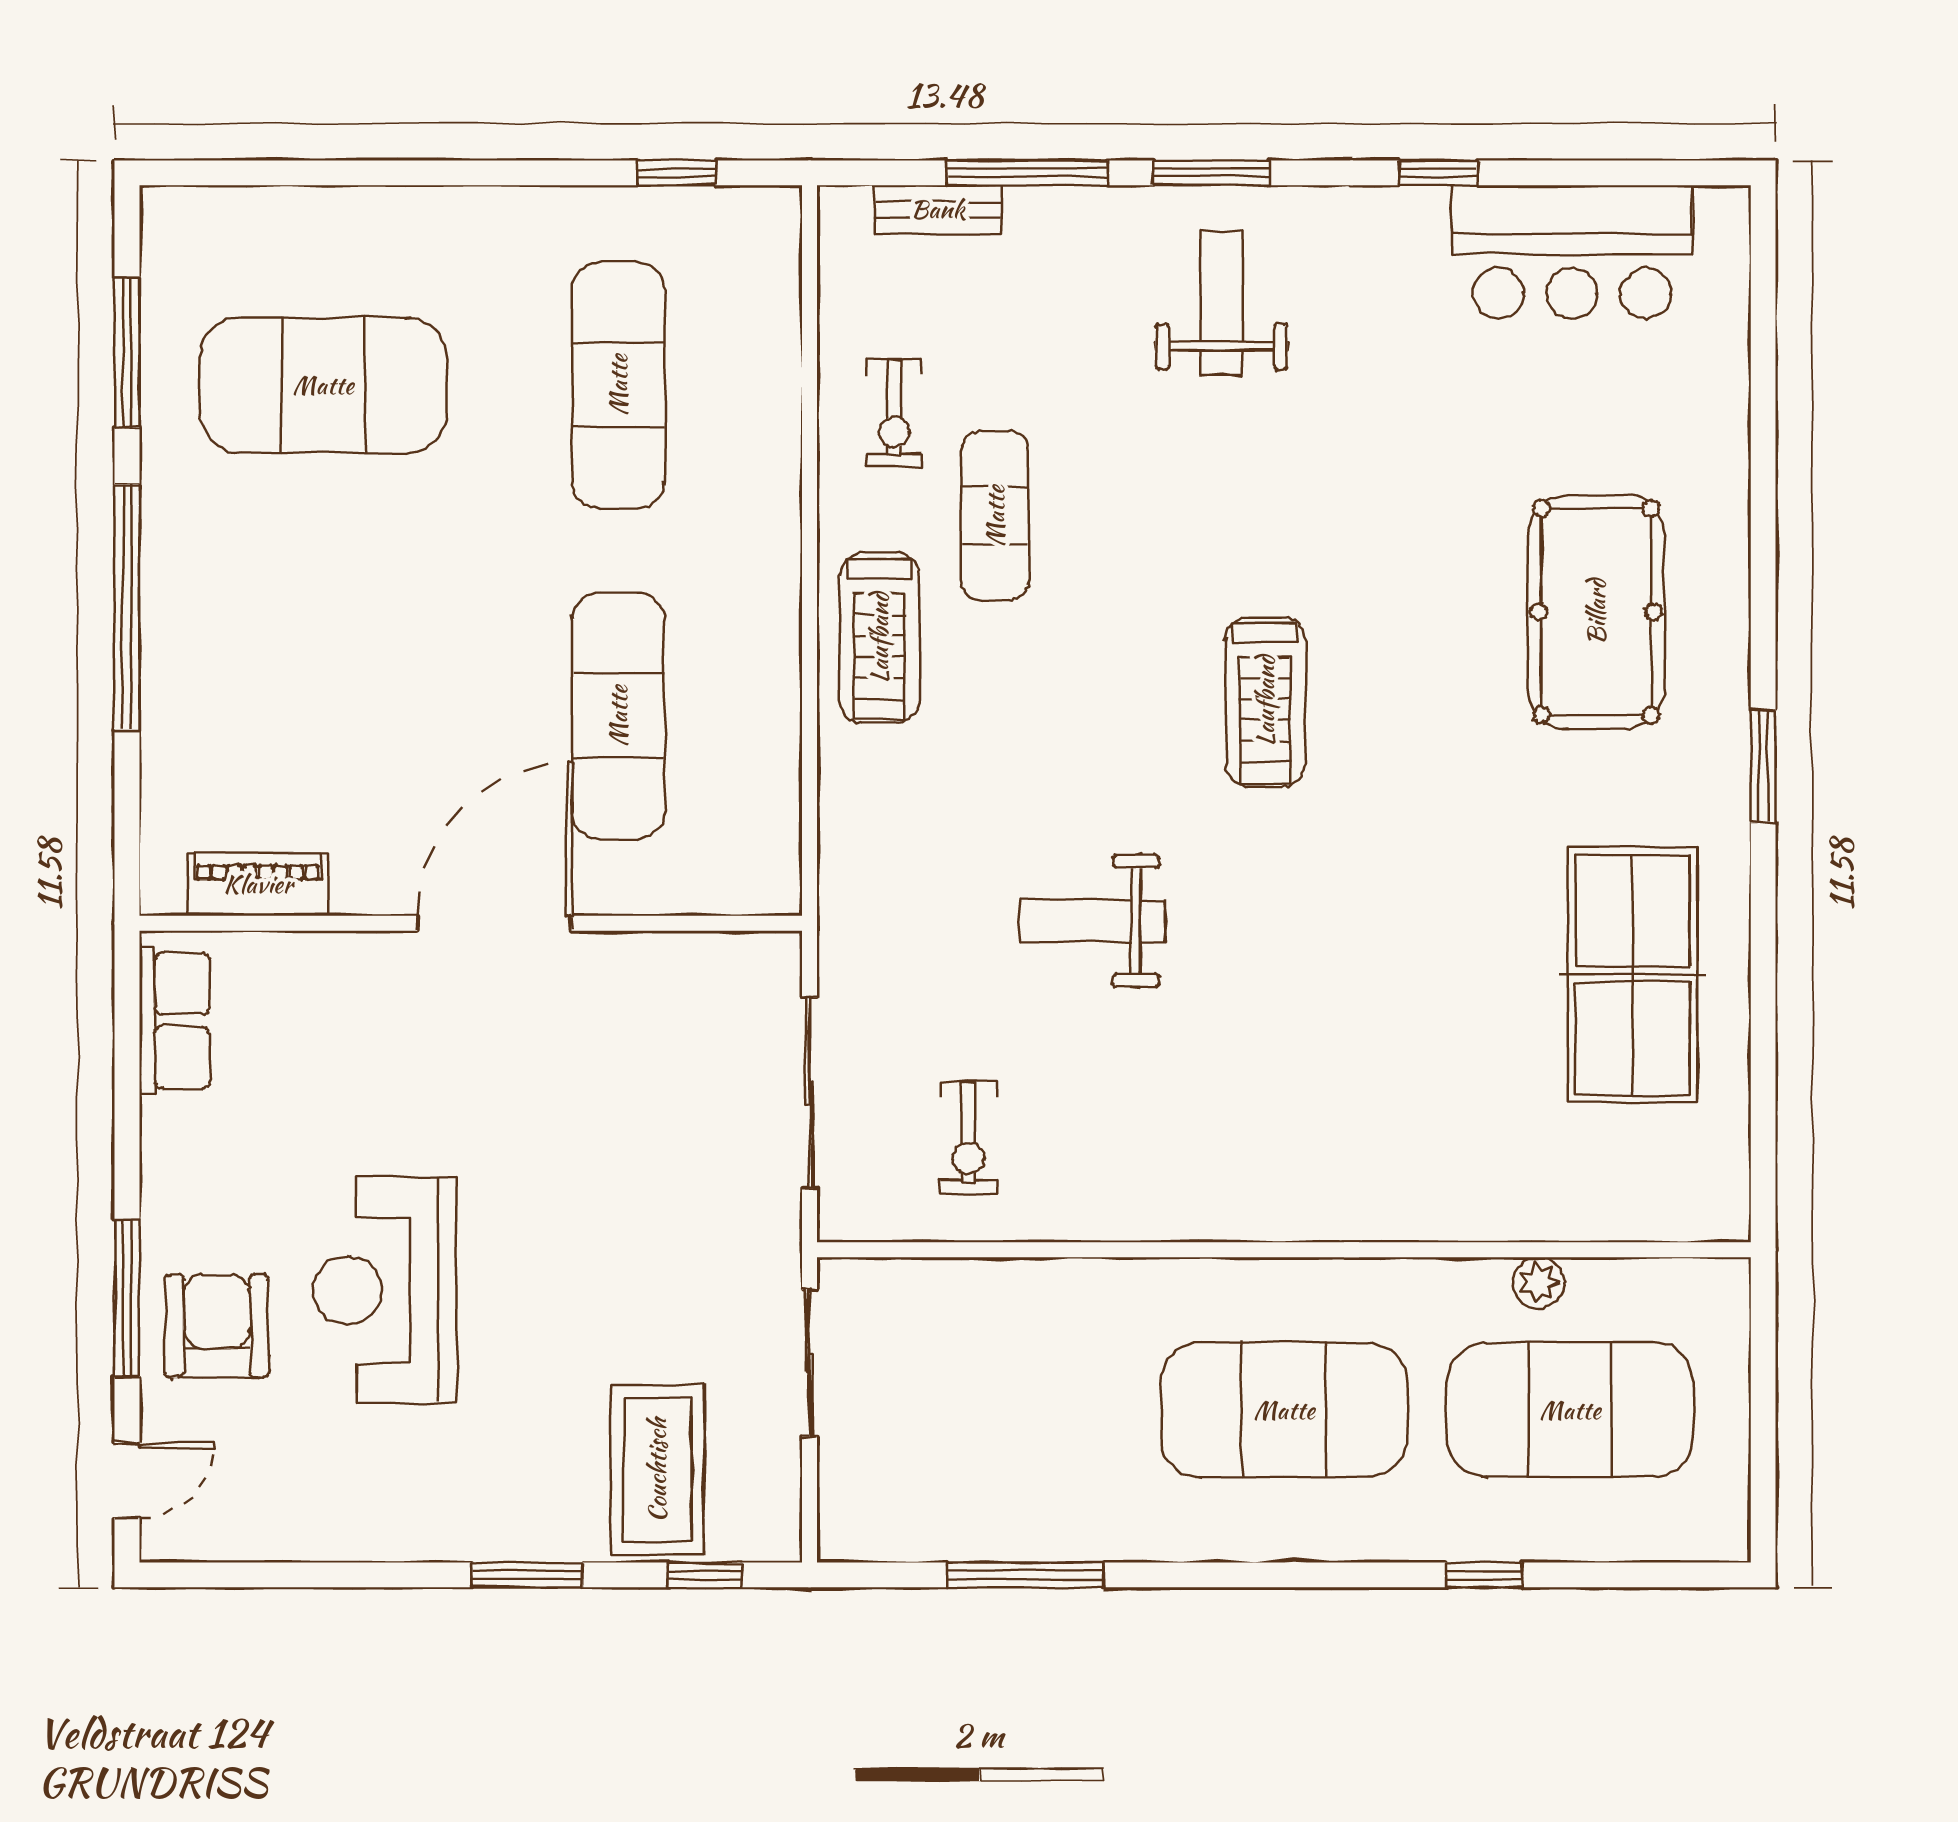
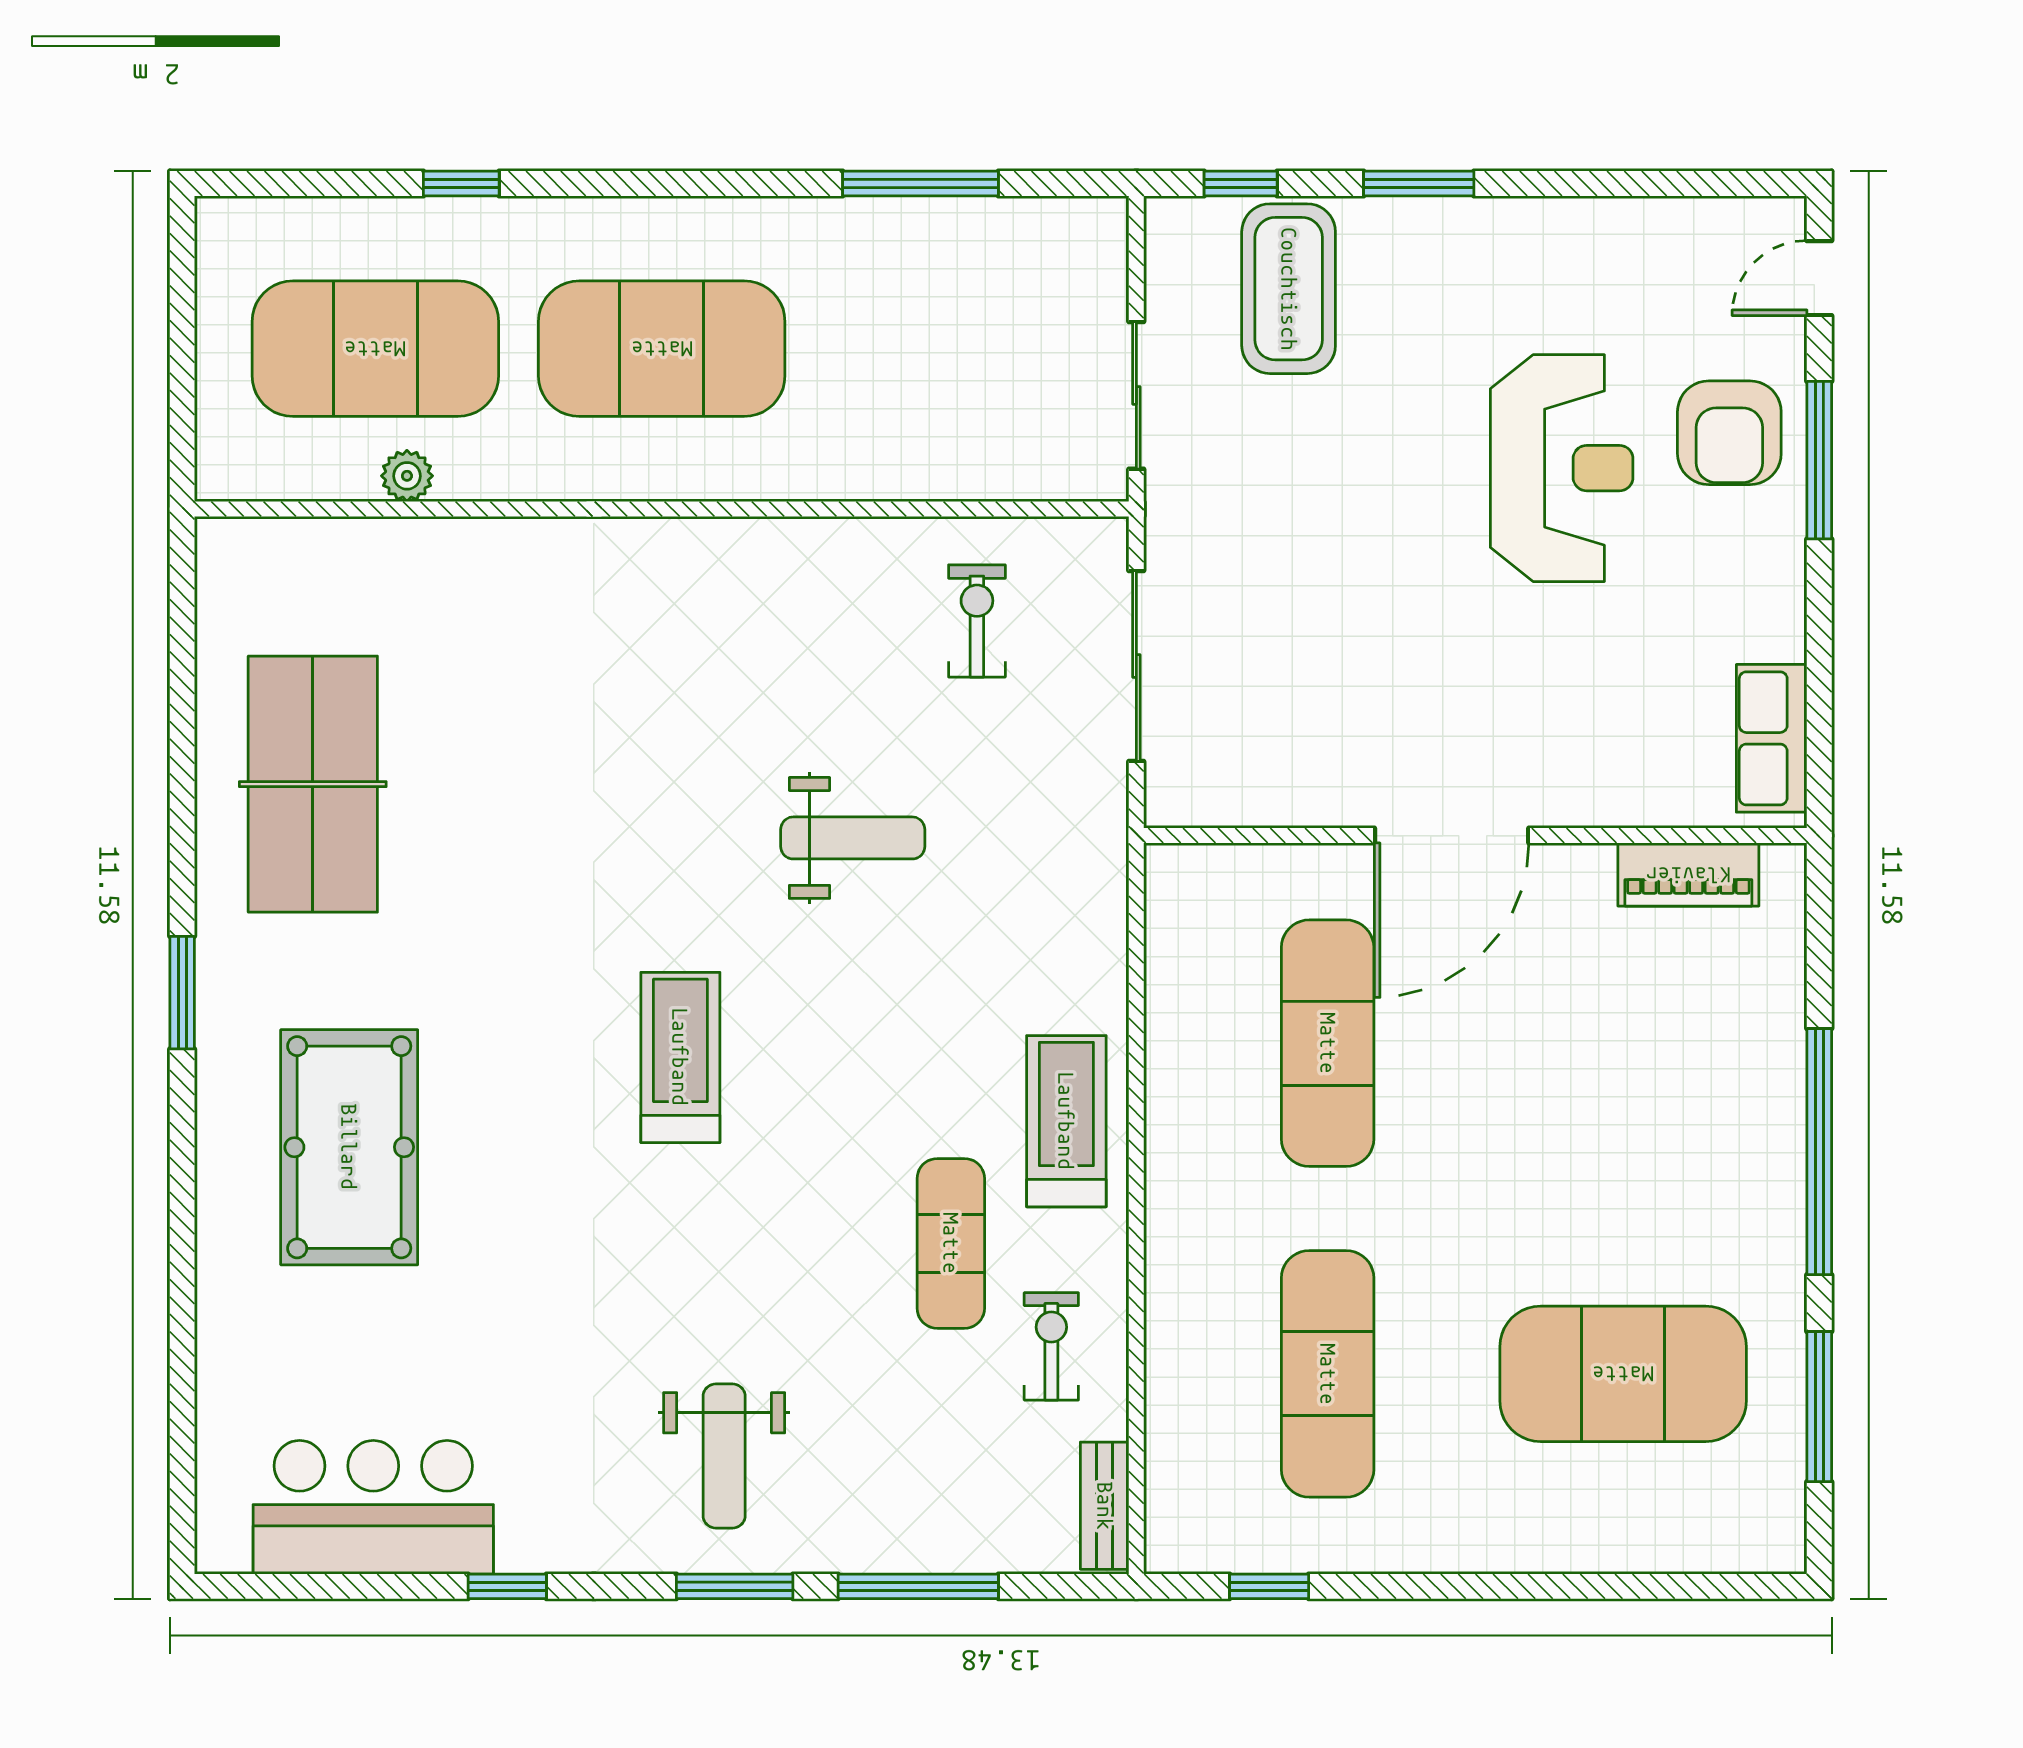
bench: (938, 209) -> (1105, 1506), moved, turned 90

